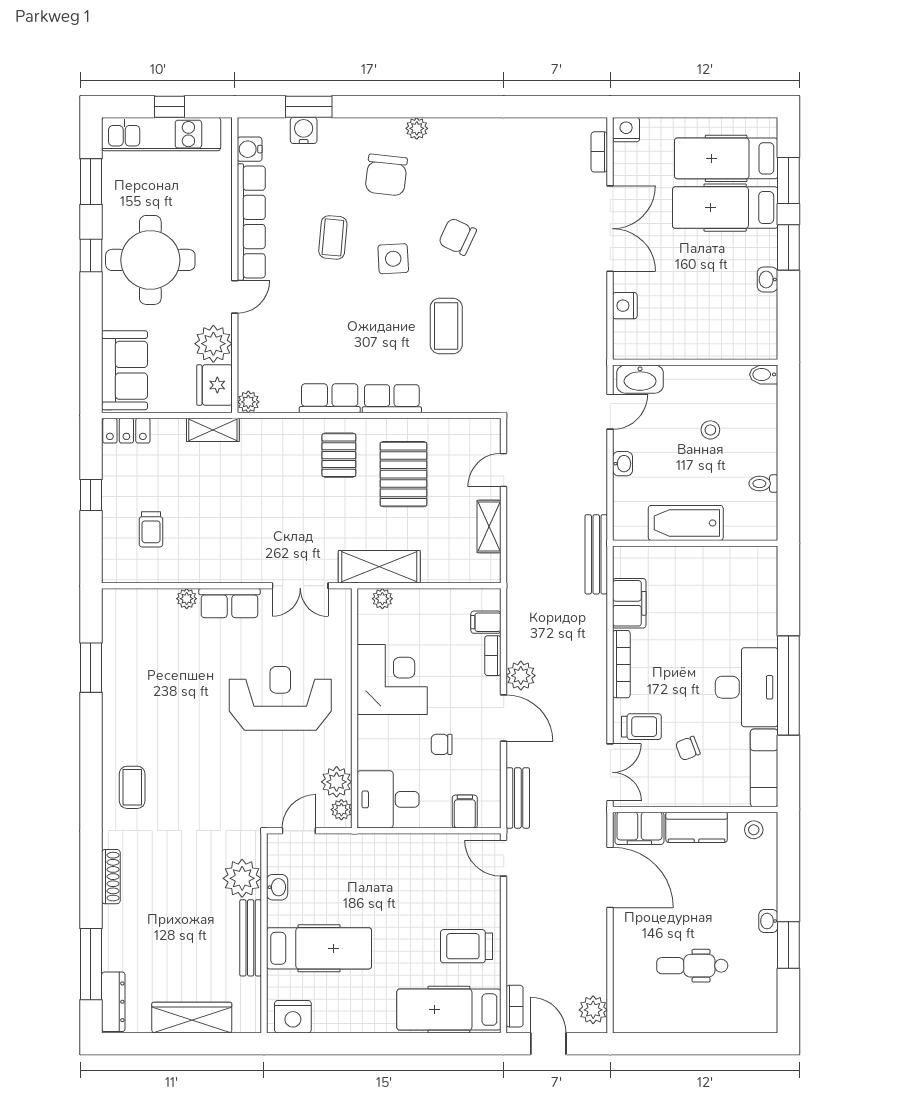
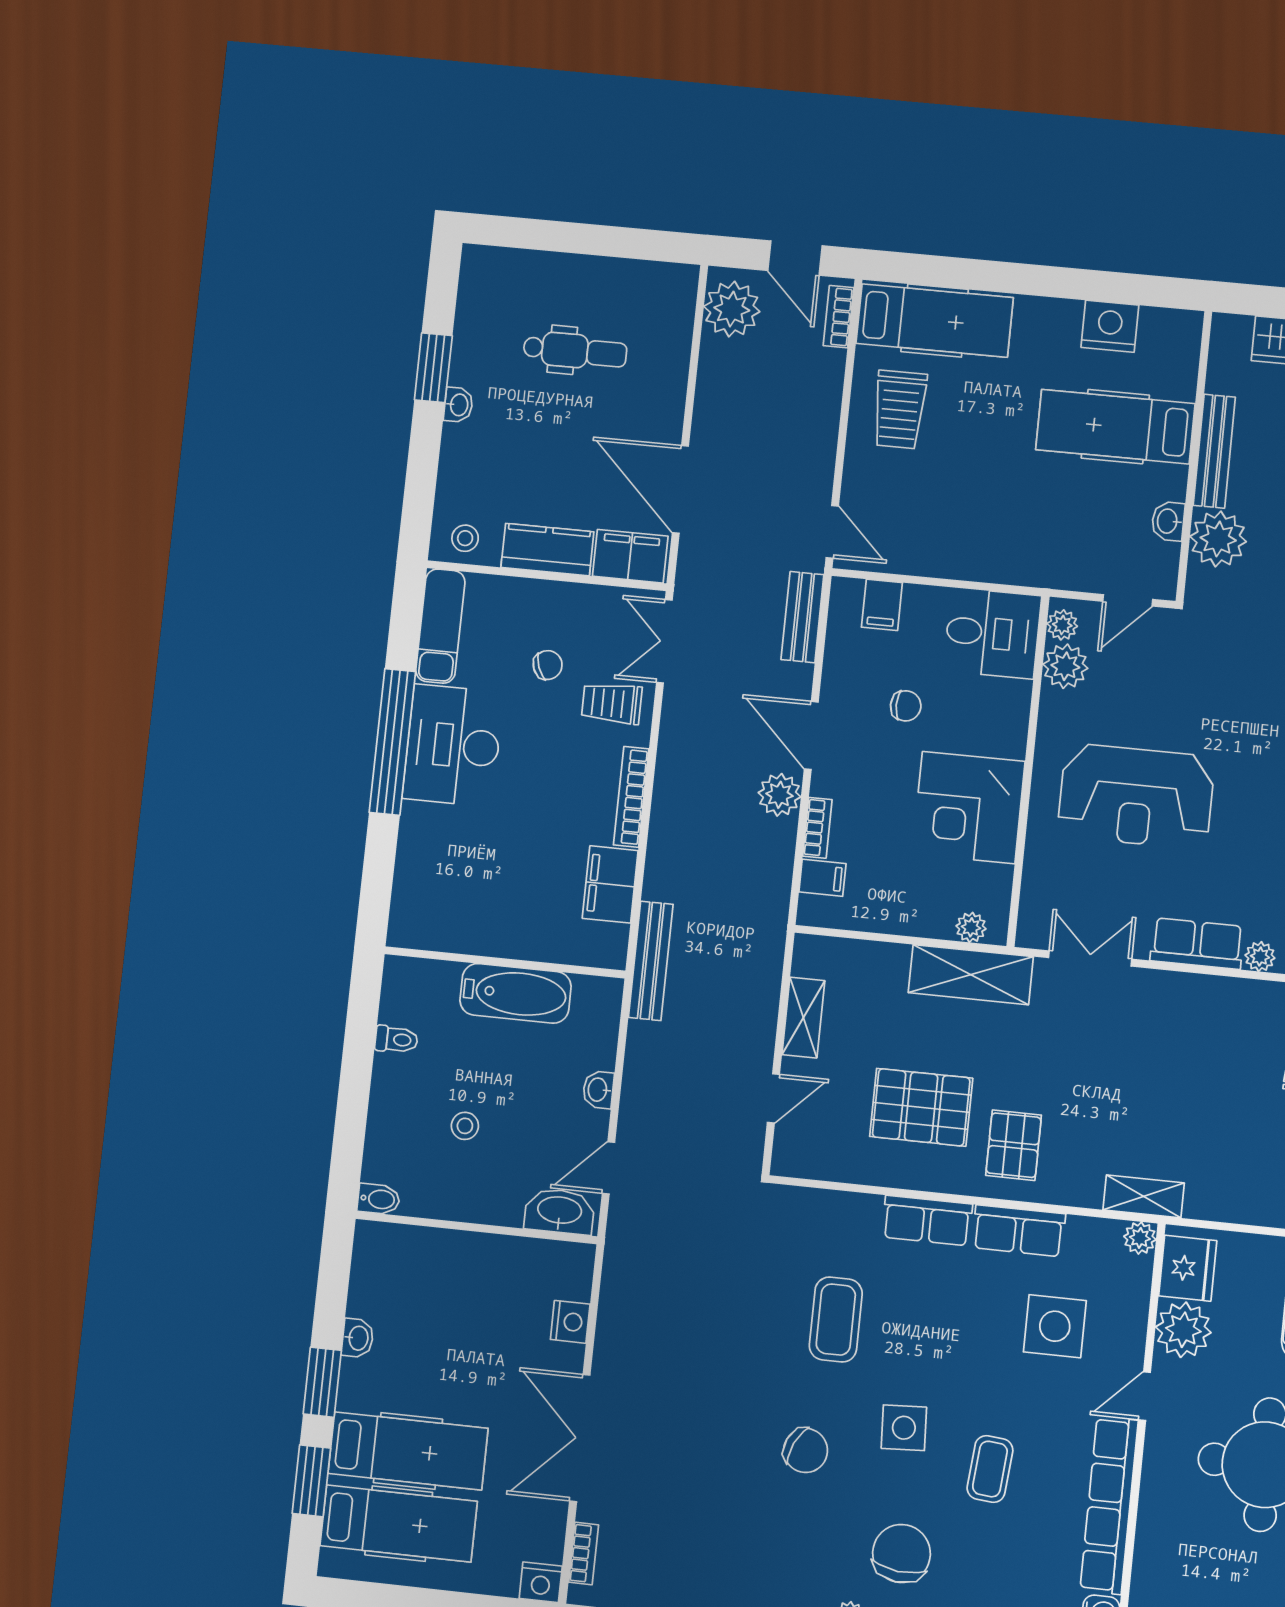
side table: (299, 337) -> (1055, 1326), added
shelving: (213, 430) -> (1144, 1196), moved
pallet: (403, 474) -> (921, 1107), turned 90
trolley: (466, 946) -> (900, 410), turned 90
plant: (593, 1010) -> (732, 309), width x1.36, depth x1.36
nightstand: (293, 1017) -> (1110, 326), moved

